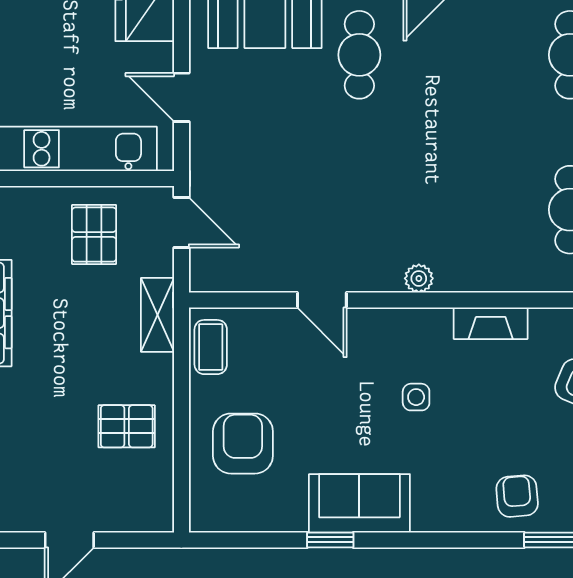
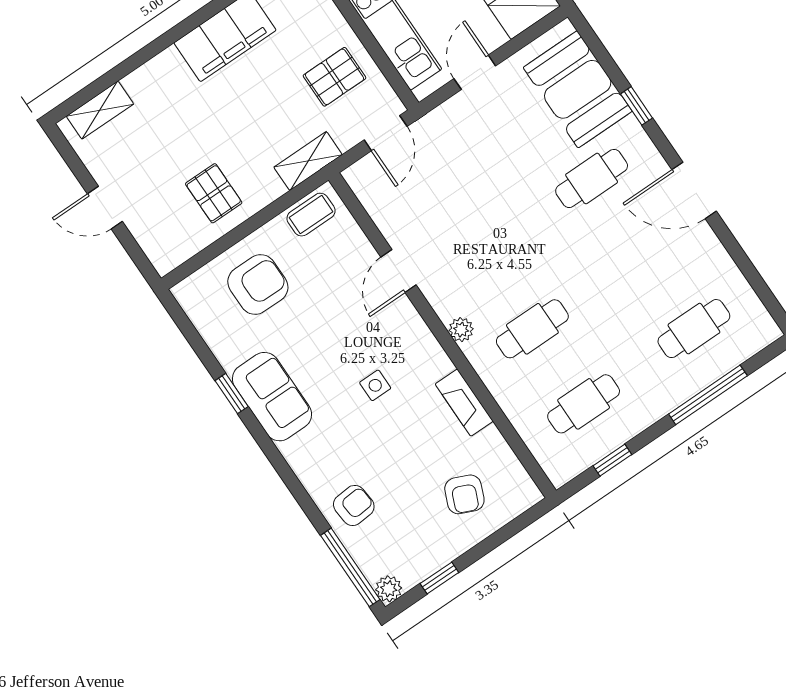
cafe table: (465, 210) -> (532, 329), added

